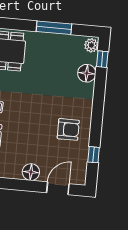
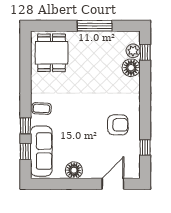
plant: (91, 45) -> (133, 51), moved
floor lamp: (31, 172) -> (74, 170), moved

